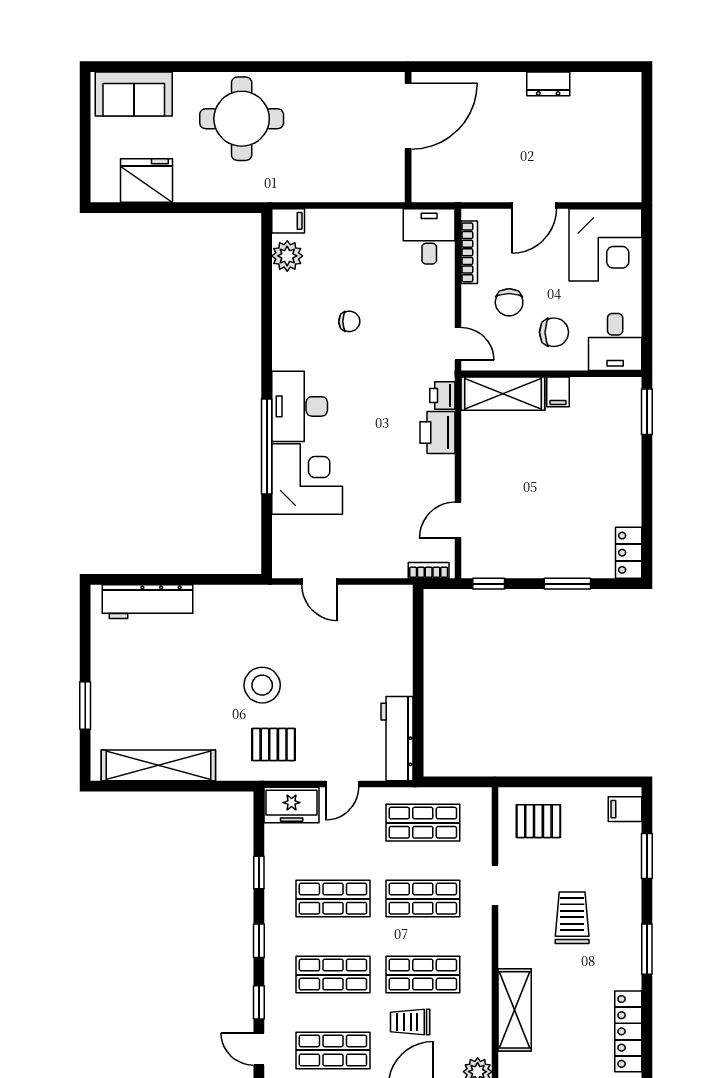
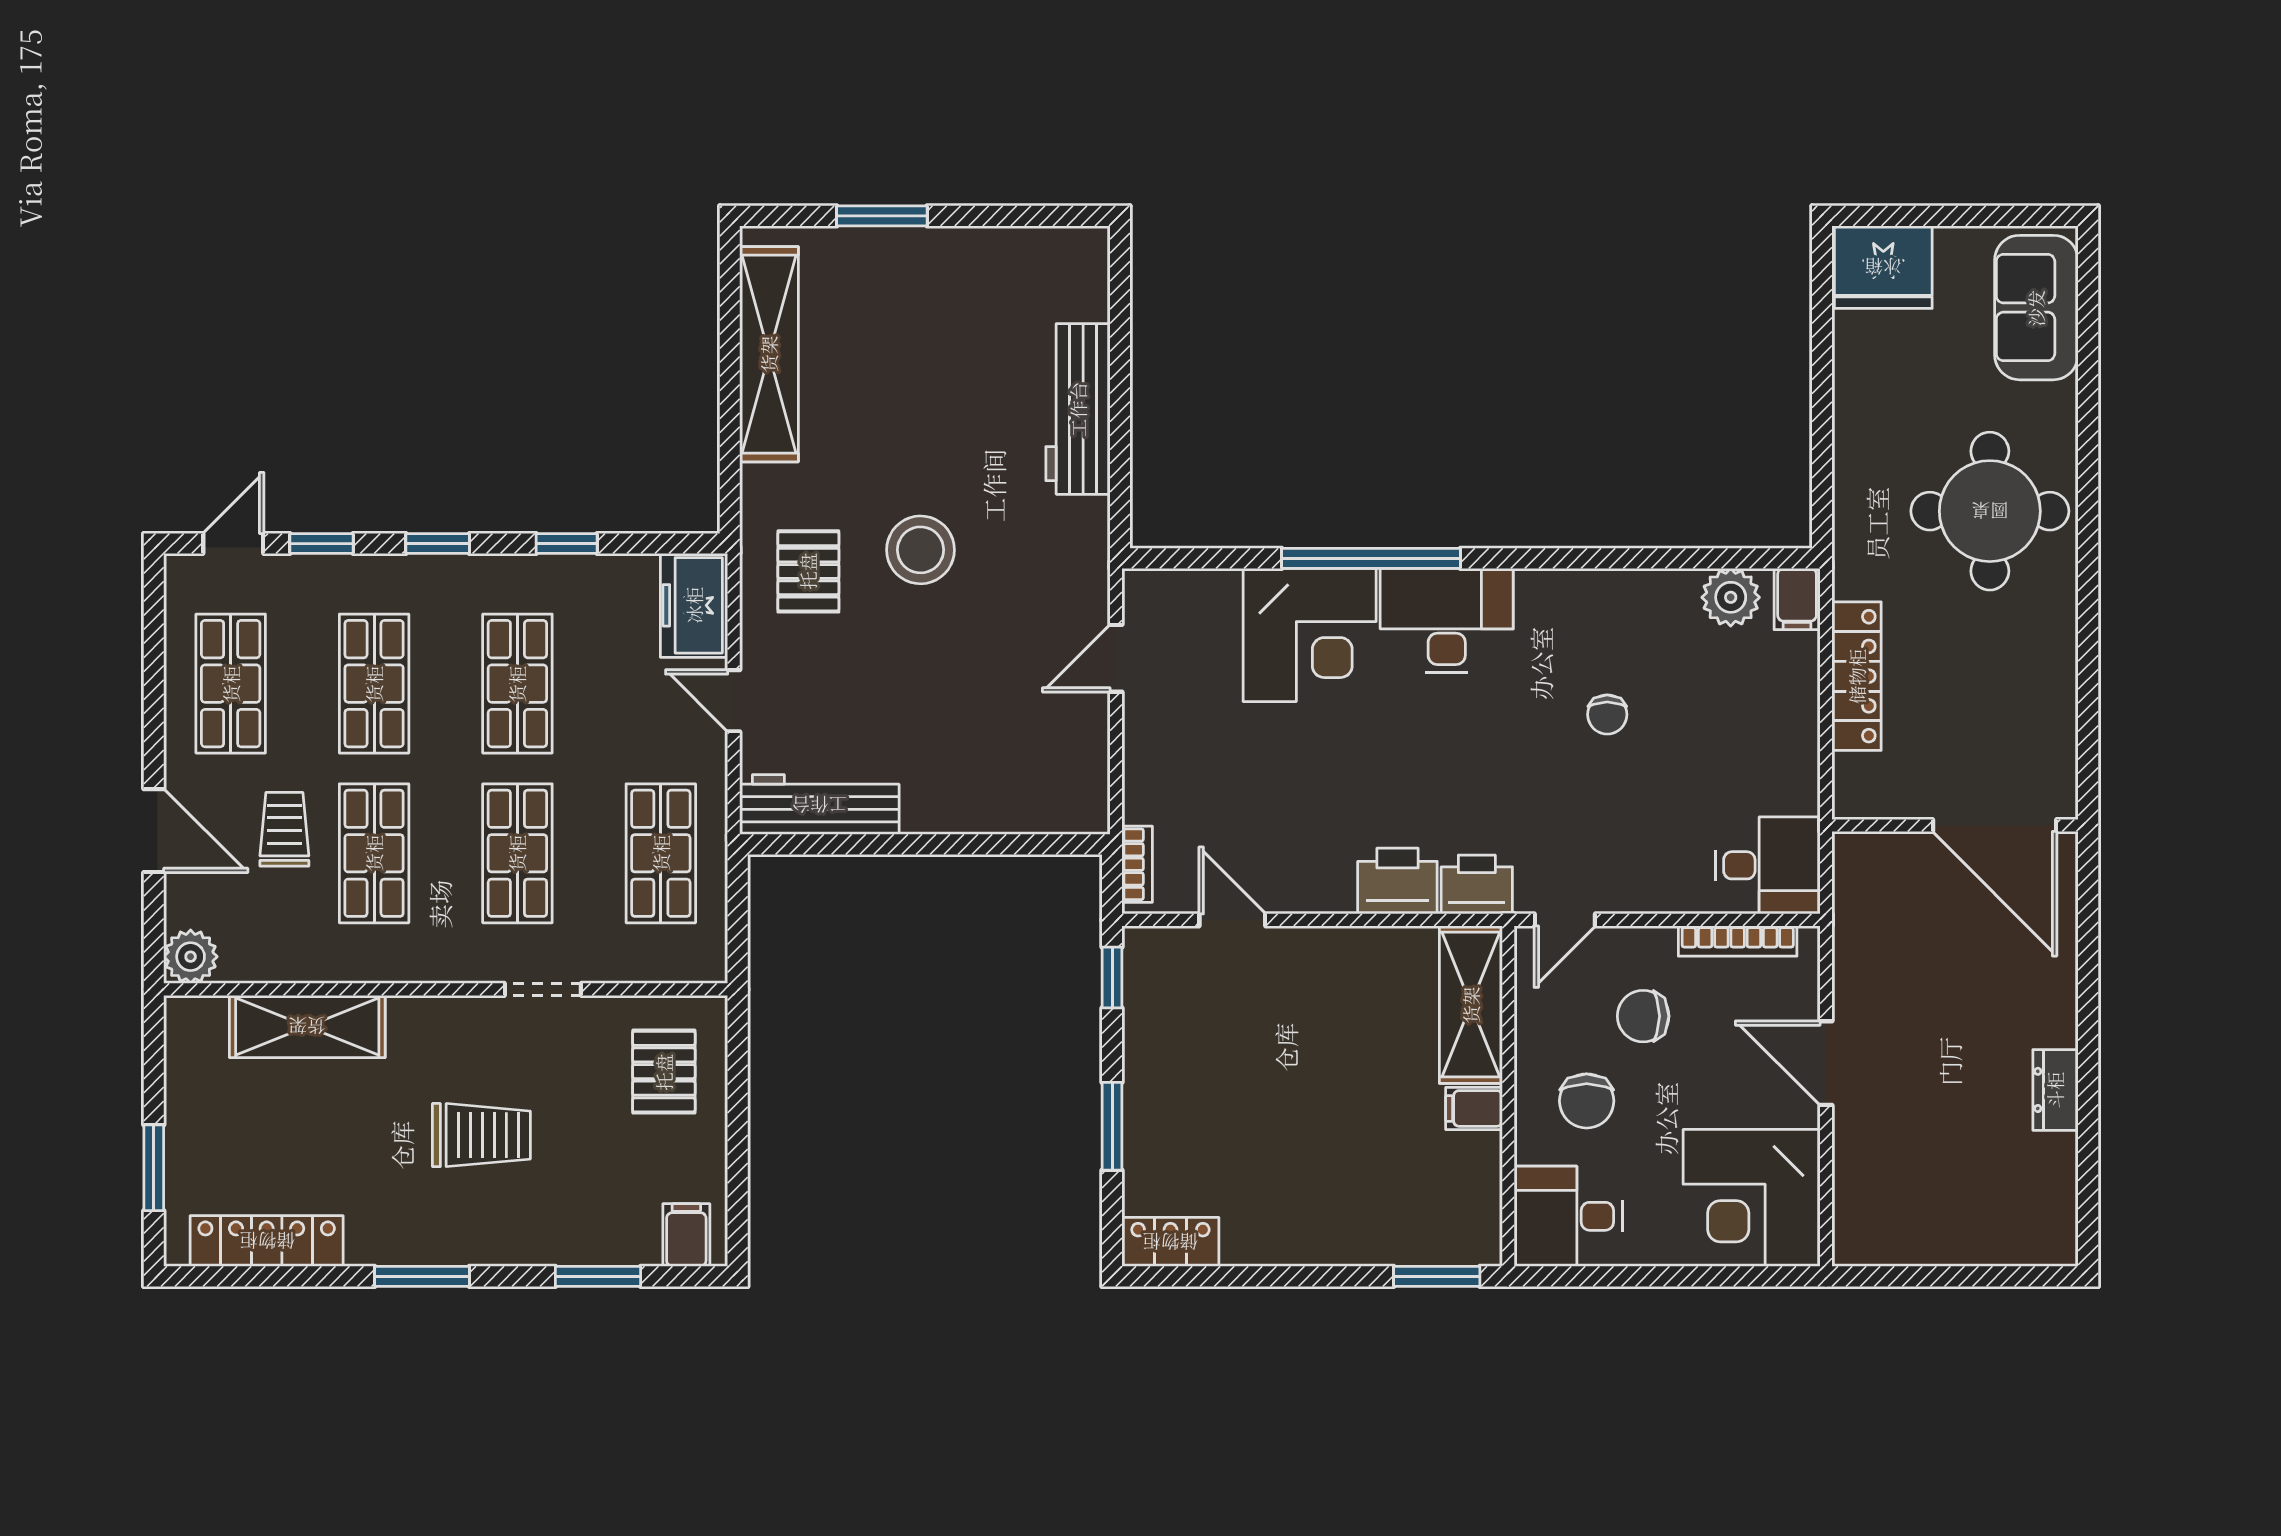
fridge: (146, 180) -> (1883, 267), moved, turned 90
locker: (329, 189) -> (1857, 676), added
printer: (442, 395) -> (1477, 884), width x1.36, depth x1.24
workbench: (147, 602) -> (1078, 409), moved

